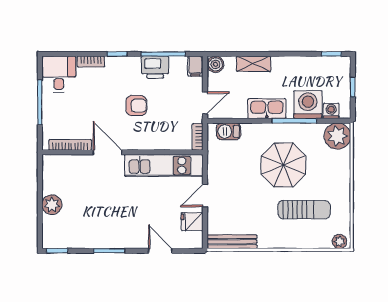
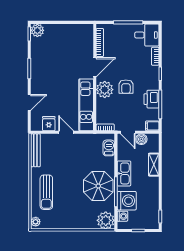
boiler: (215, 64) -> (141, 139), moved
plant: (141, 138) -> (105, 90), added
parasol: (283, 165) -> (98, 186), moved
plant: (52, 205) -> (37, 30), moved
sun lounger: (304, 210) -> (46, 192), moved

